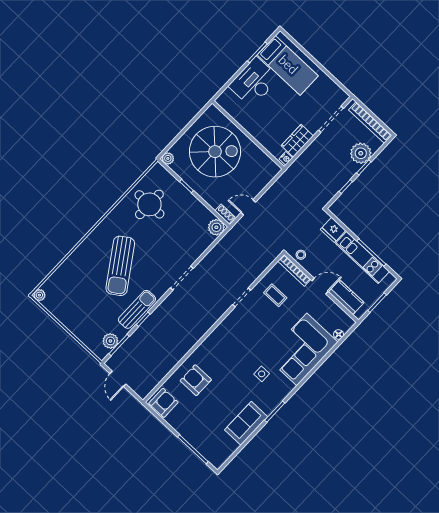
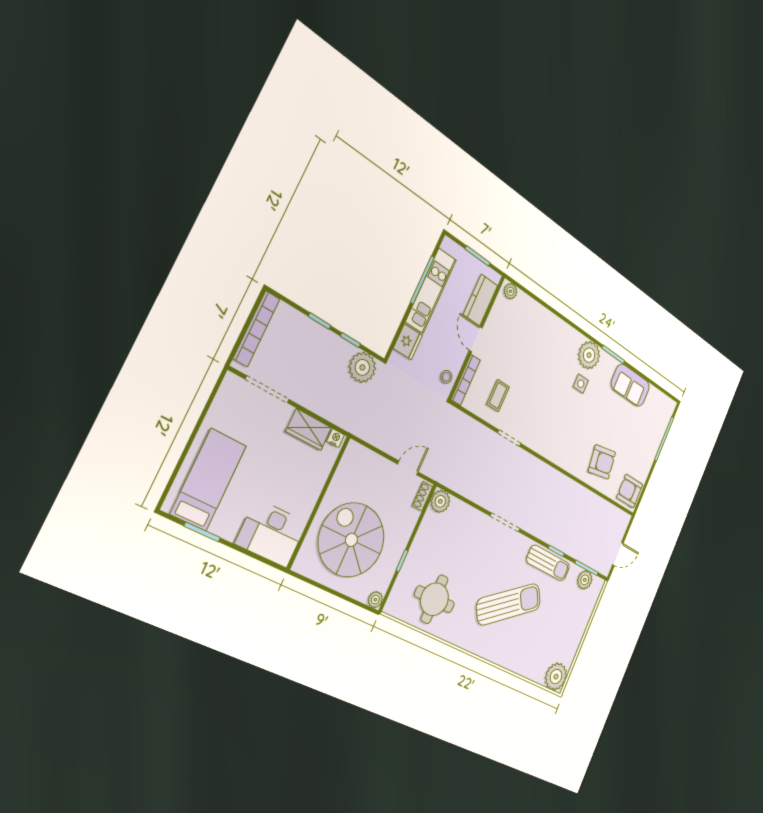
desk: (254, 82) -> (271, 533), moved
plant: (361, 153) -> (362, 367), moved
door: (248, 207) -> (408, 468), swing flipped
plant: (39, 295) -> (556, 677), width x1.87, depth x1.87
sun lounger: (137, 309) -> (548, 563), turned 180
plant: (346, 325) -> (510, 291), added
floor lamp: (339, 334) -> (522, 298), removed
corner sofa: (302, 349) -> (547, 341), removed
armchair: (196, 380) -> (602, 462), turned -99
plant: (281, 387) -> (589, 355), added

